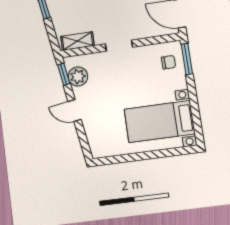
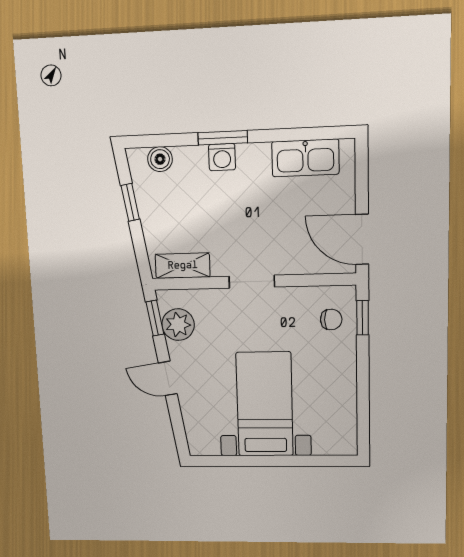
window: (187, 59) -> (363, 318), width x0.67
bed with nightstands: (159, 121) -> (265, 404), moved, turned 90

